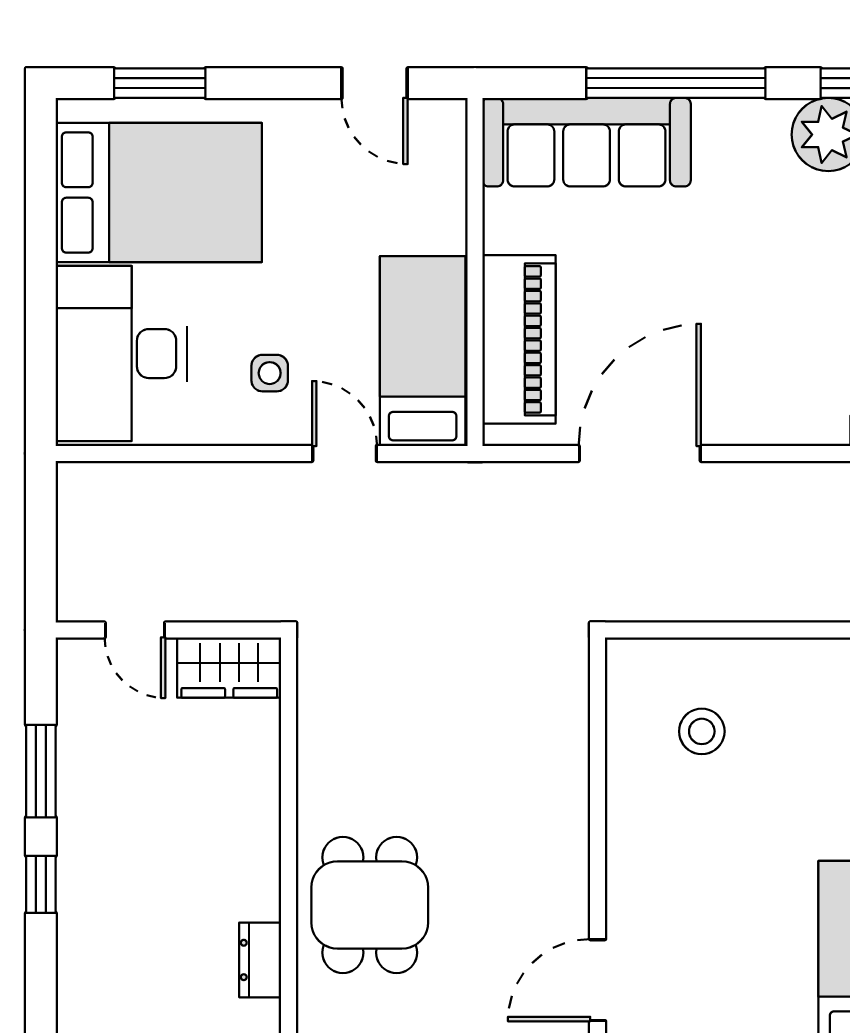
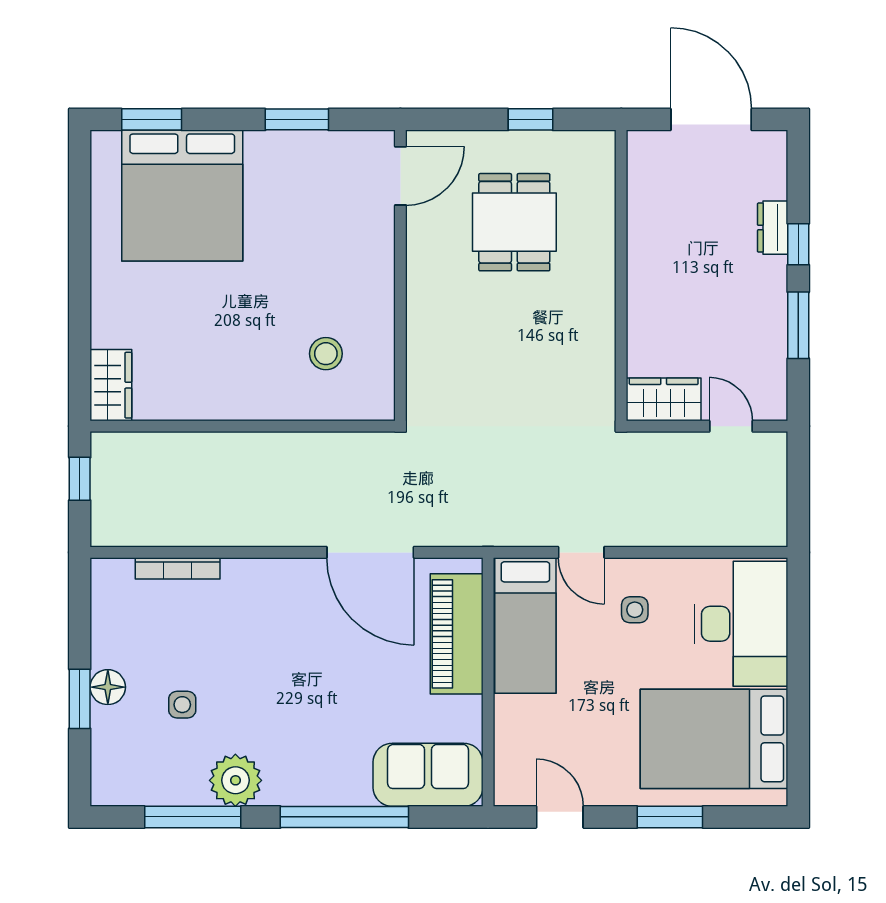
window: (160, 83) -> (670, 817), moved
sofa: (587, 142) -> (428, 775), width x0.73
door: (640, 453) -> (370, 552), hinge flipped
dining table: (370, 905) -> (514, 222), moved
dresser: (260, 960) -> (773, 228), moved, turned 180

